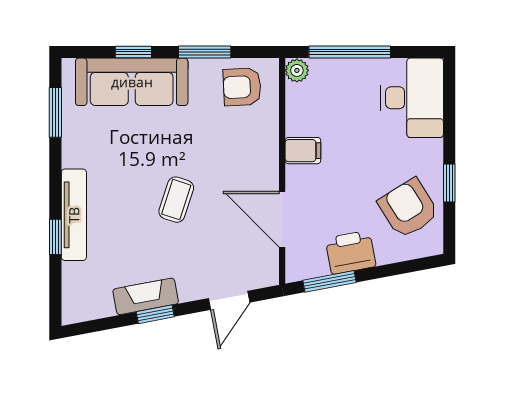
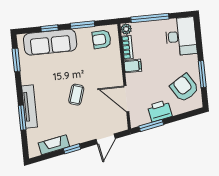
bookcase: (295, 110) -> (127, 47), added
window: (449, 183) -> (202, 74), width x1.50
window: (55, 237) -> (22, 118), width x1.50
fireplace: (146, 296) -> (54, 145), moved

